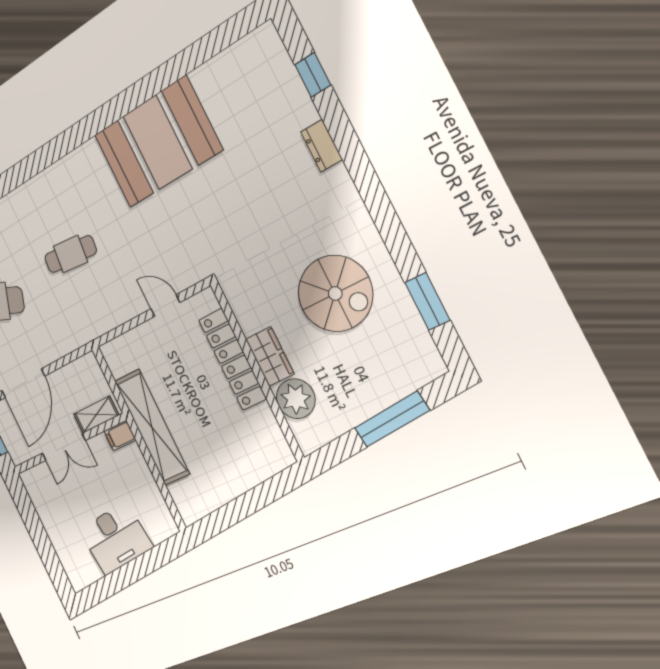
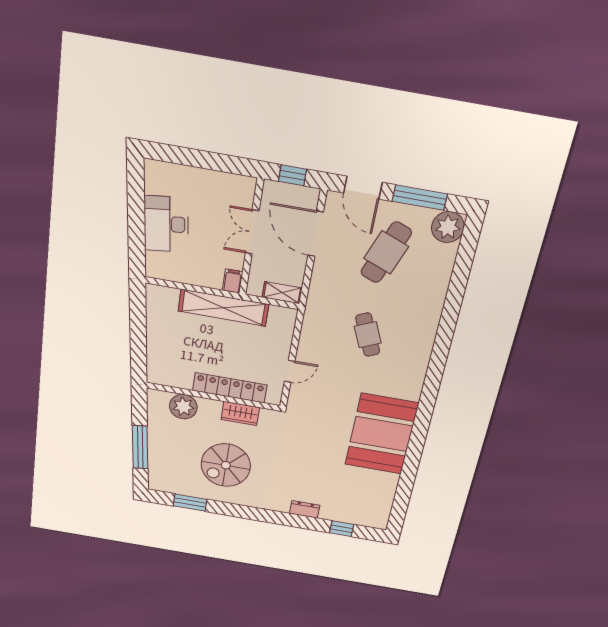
cafe table: (70, 254) -> (368, 335), turned -30
wardrobe: (270, 356) -> (240, 413), moved
shelving: (96, 415) -> (282, 293), moved, turned 90

